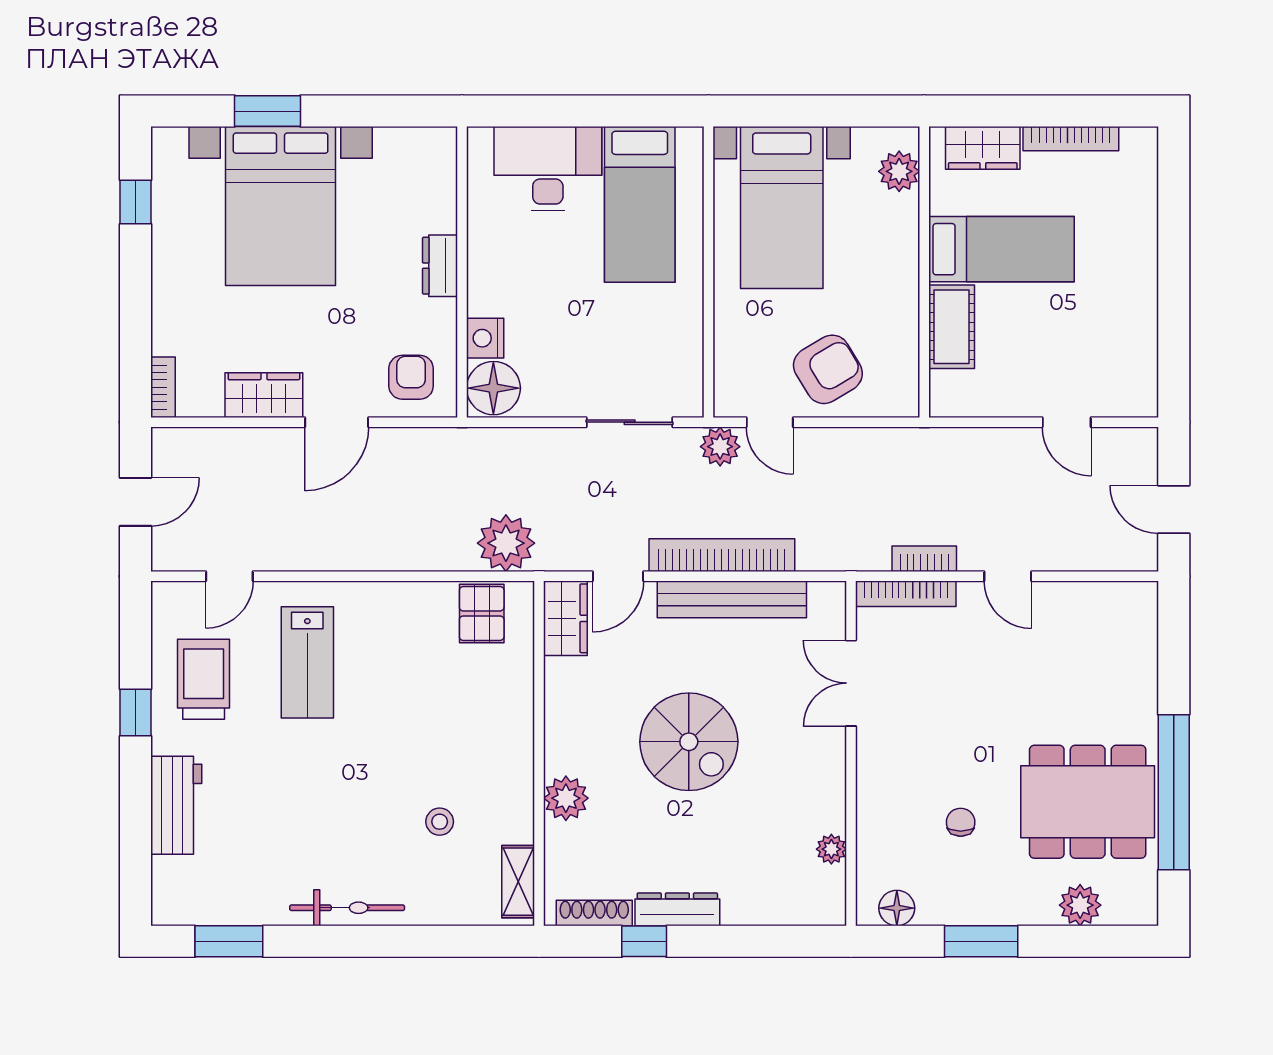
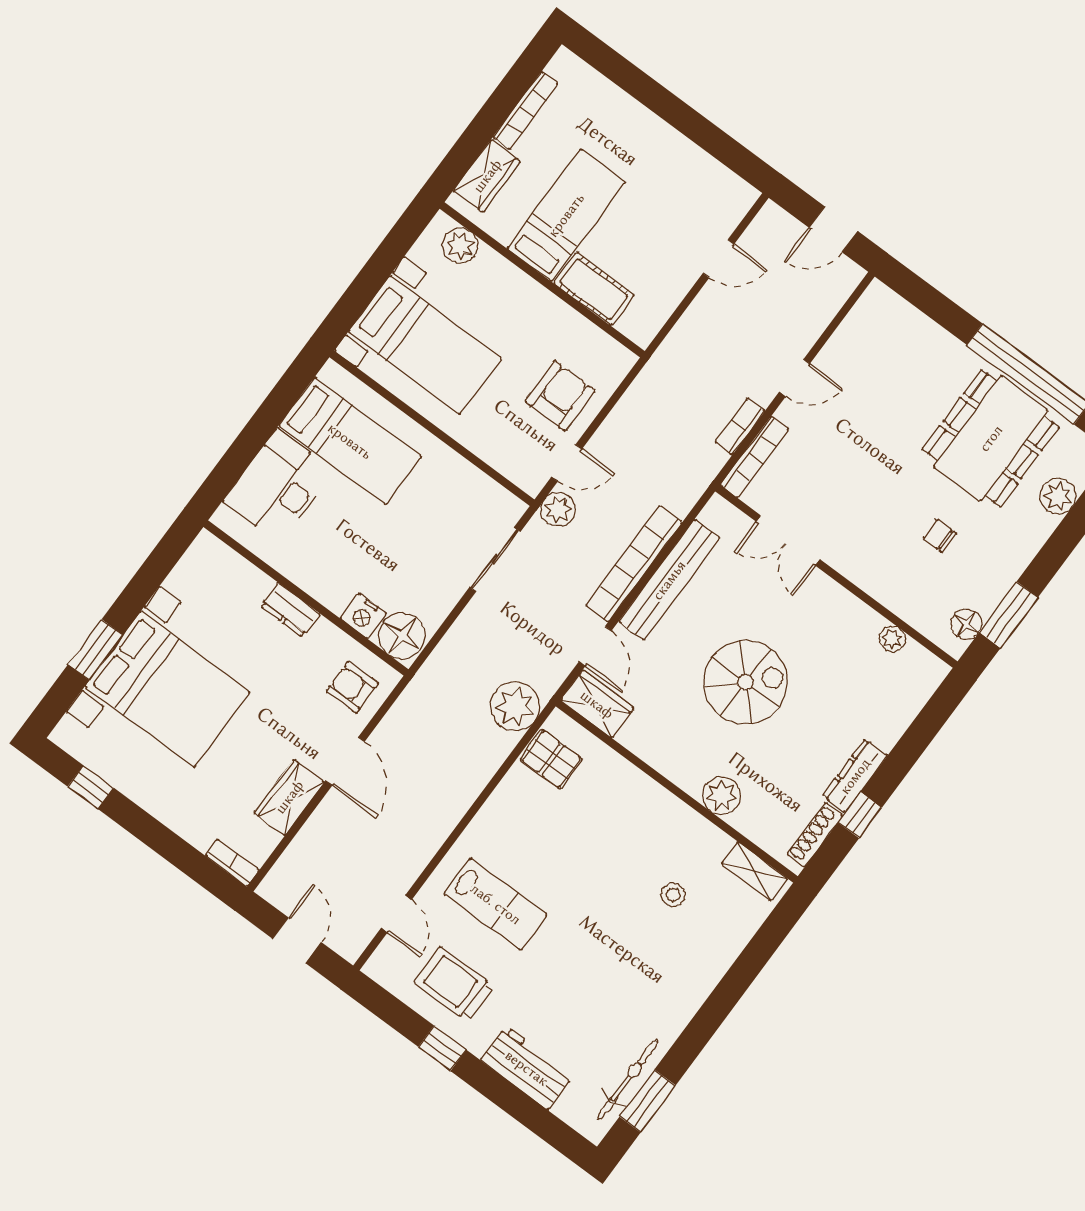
armchair: (828, 369) -> (560, 396), turned 31
bicycle: (347, 908) -> (627, 1080), moved
window: (981, 941) -> (1009, 615), moved

